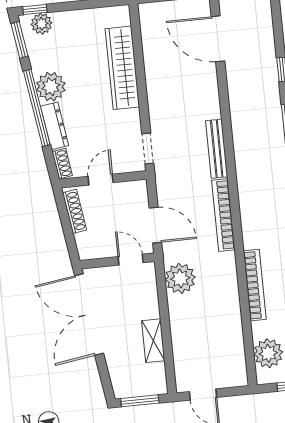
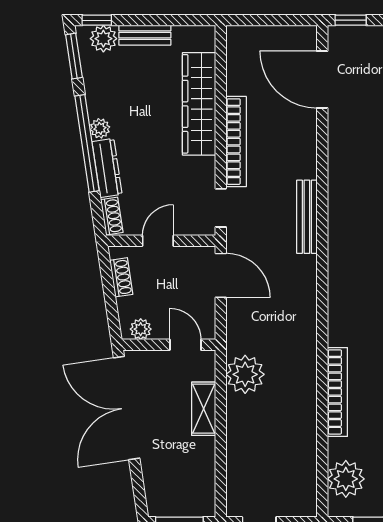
bench: (74, 18) -> (145, 35), added
plant: (51, 87) -> (100, 128), width x0.53, depth x0.53
shoe rack: (74, 211) -> (121, 277), width x0.70
bookcase: (223, 215) -> (236, 142), moved, turned 180
door: (155, 225) -> (221, 275), moved
plant: (94, 251) -> (141, 329), added
shelving: (153, 341) -> (204, 409), moved

